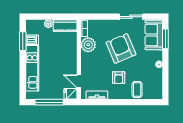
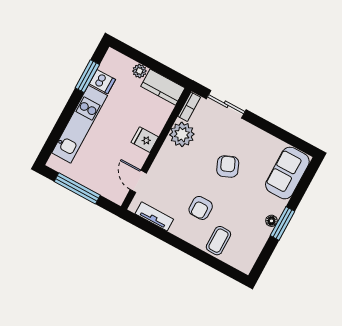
sliding door: (131, 17) -> (226, 104), moved
window: (165, 39) -> (282, 223), moved
armchair: (121, 48) -> (228, 167), width x0.53, depth x0.53
fridge: (70, 94) -> (145, 140), moved

